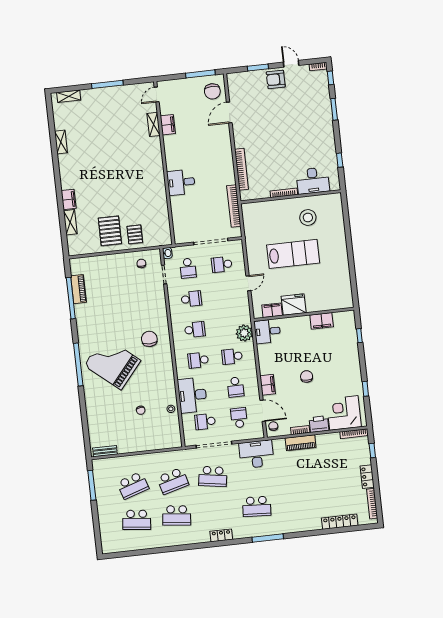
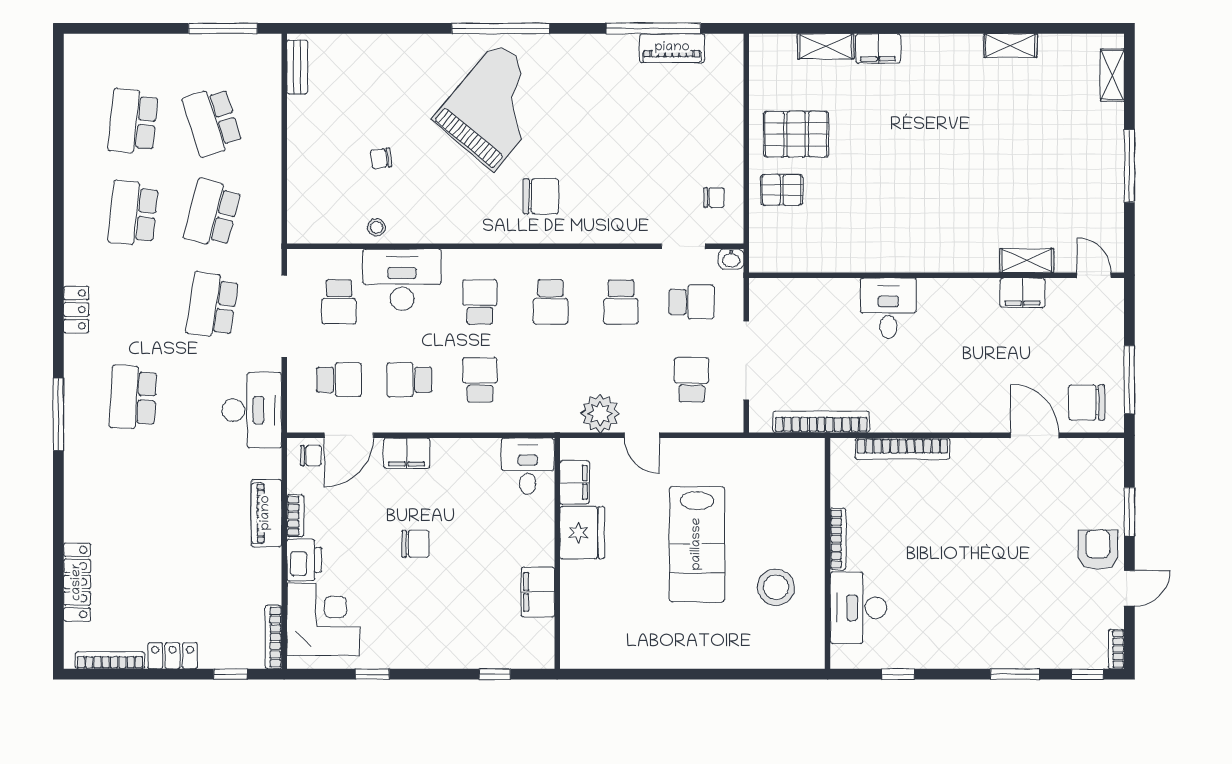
school desk: (188, 268) -> (691, 302), turned 180
plant: (244, 333) -> (600, 413), moved
school desk: (205, 422) -> (339, 302), turned 180
school desk: (173, 481) -> (212, 213), turned 30

